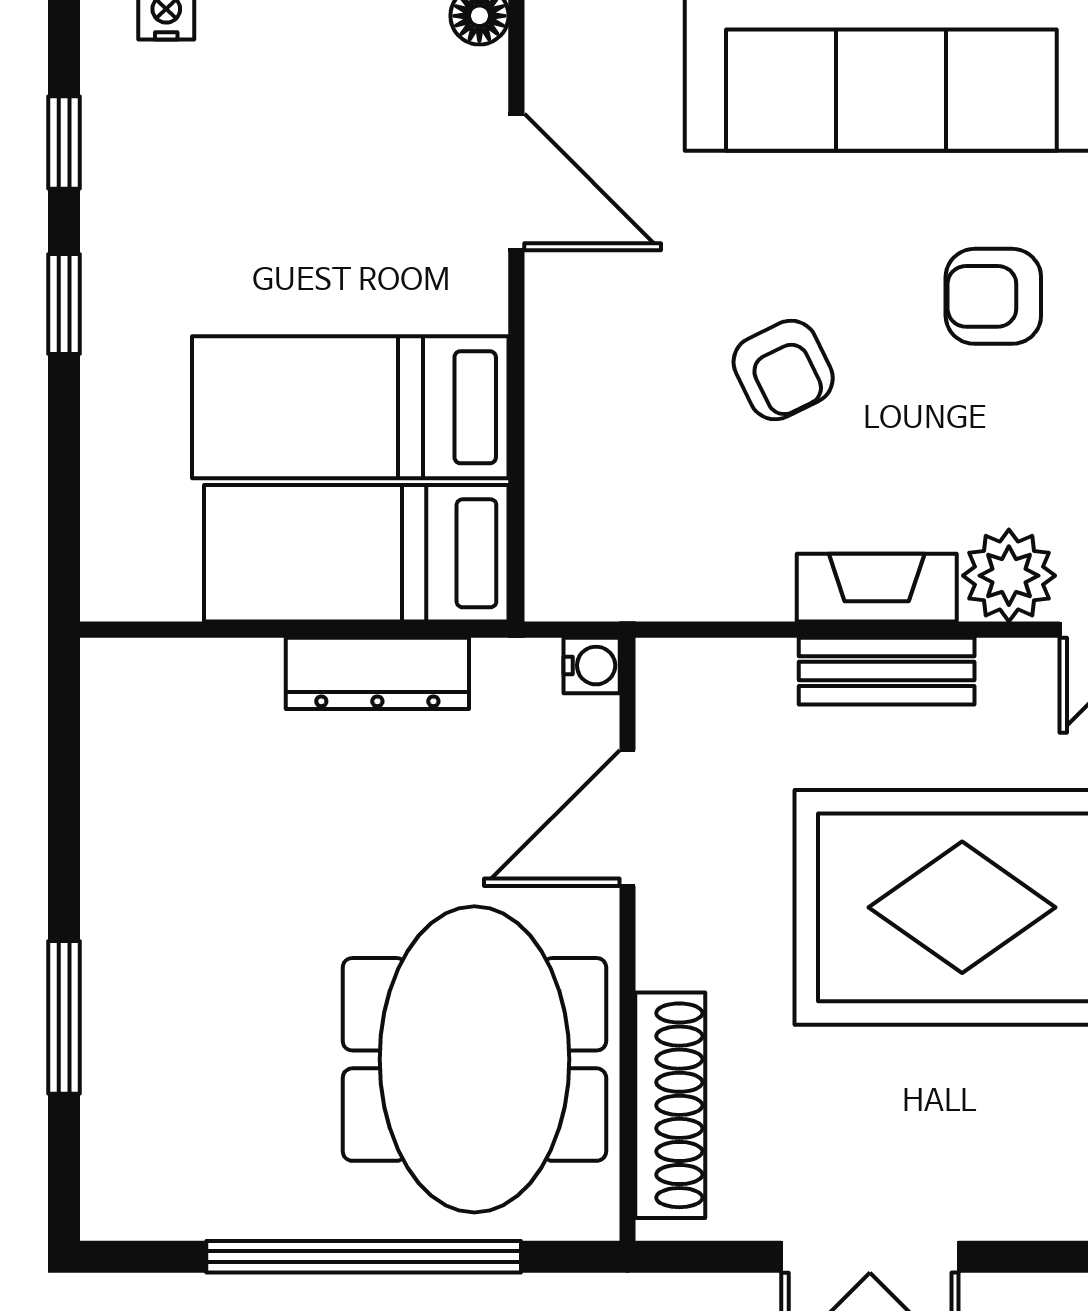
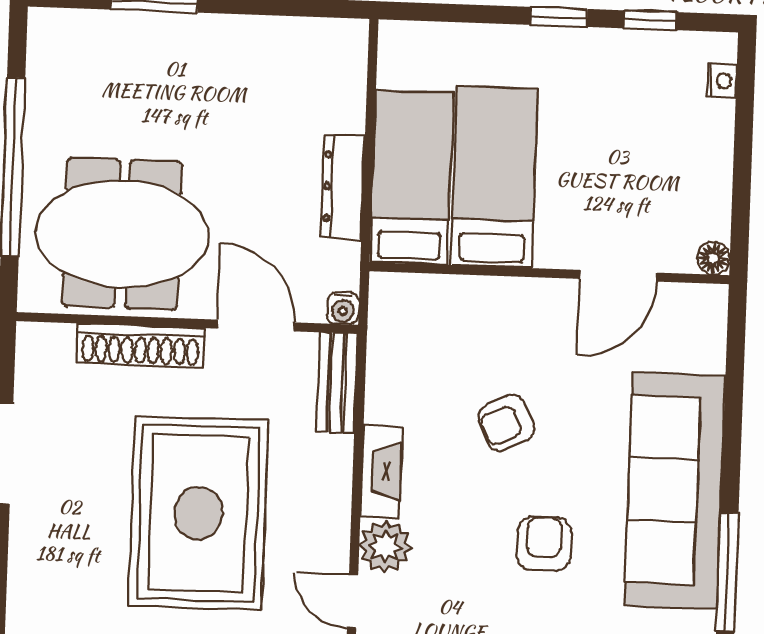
bench: (887, 671) -> (337, 383), moved
shoe rack: (670, 1105) -> (140, 345), moved

